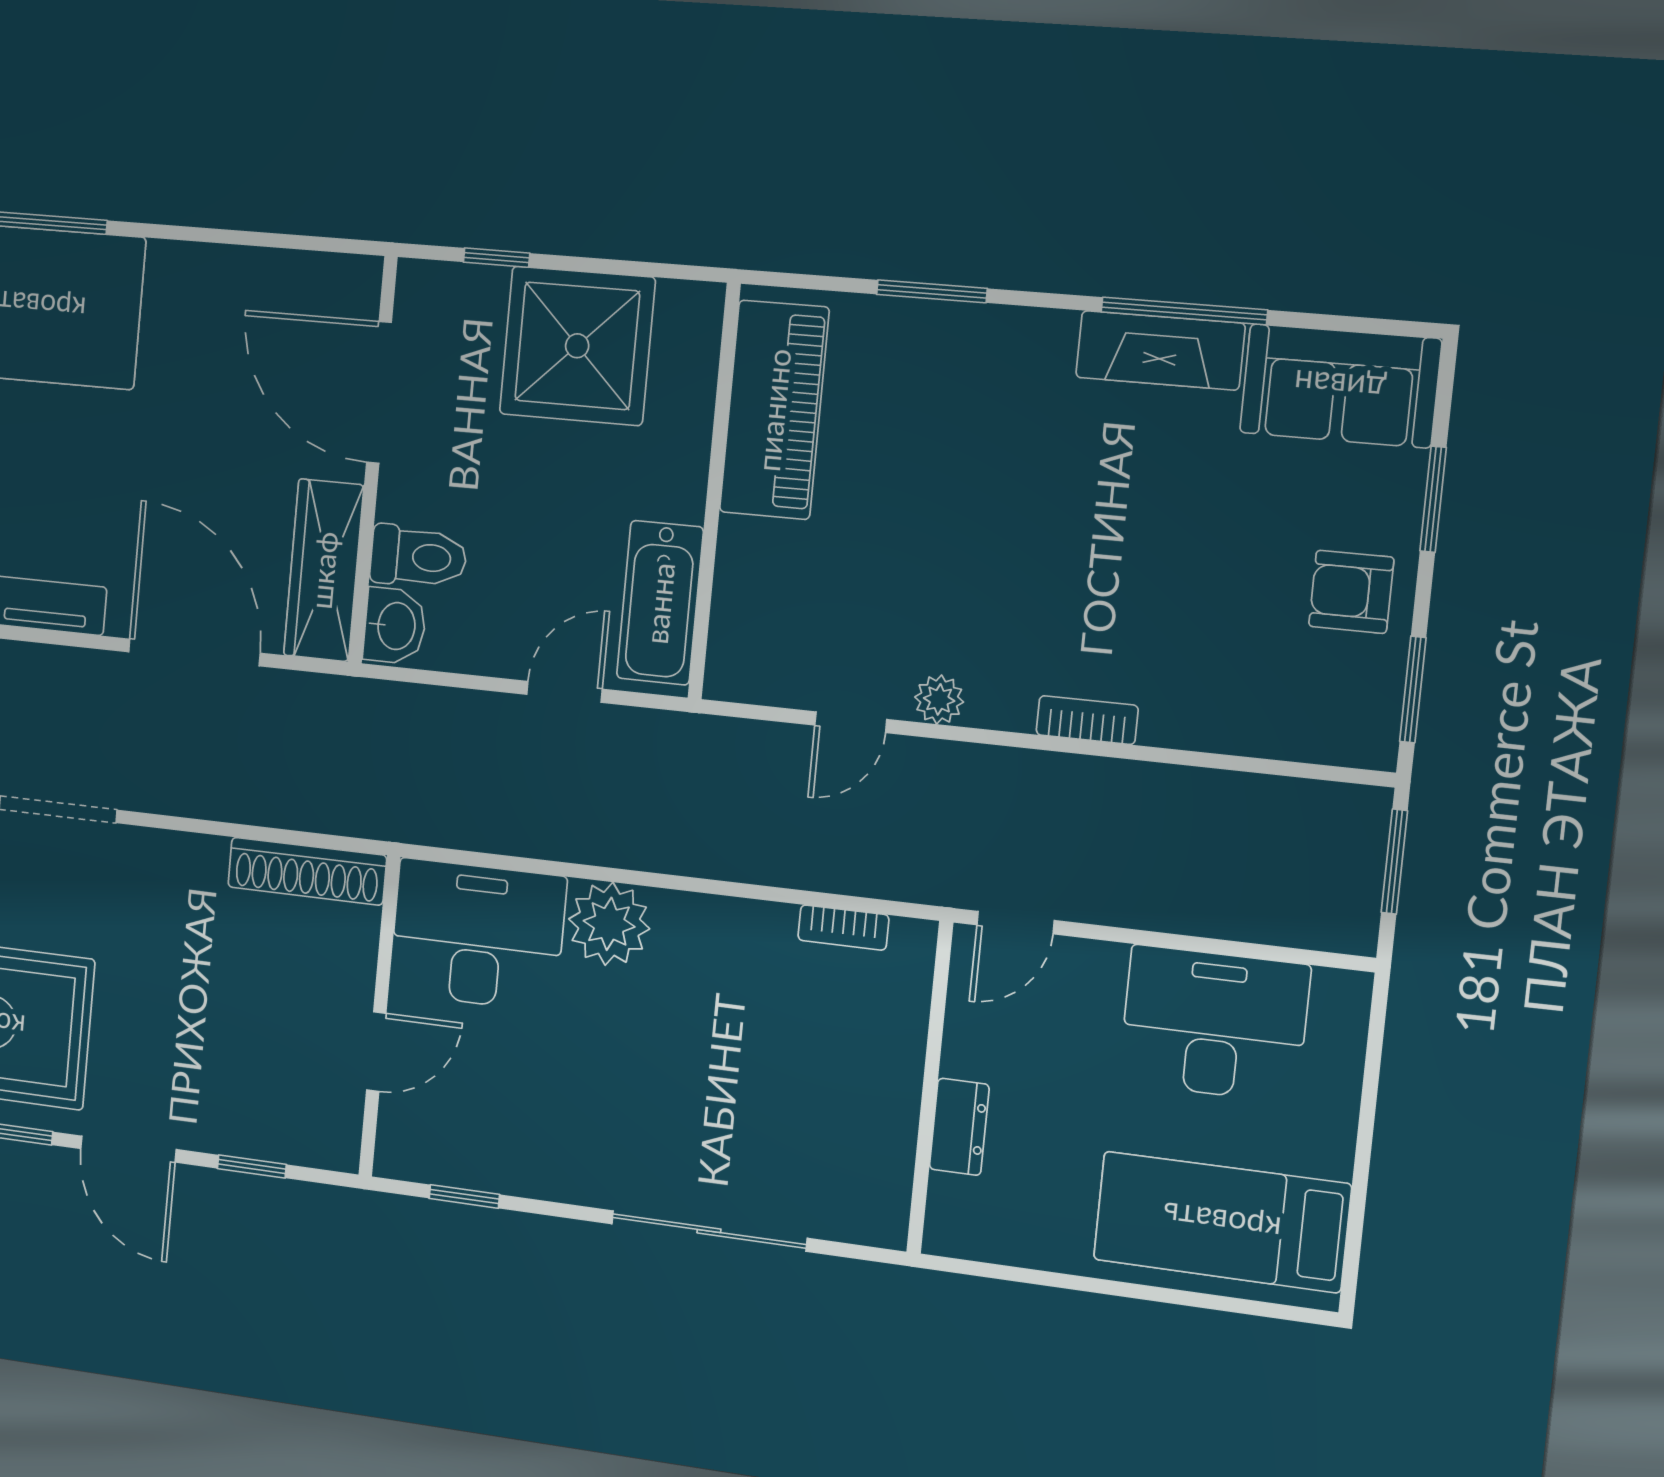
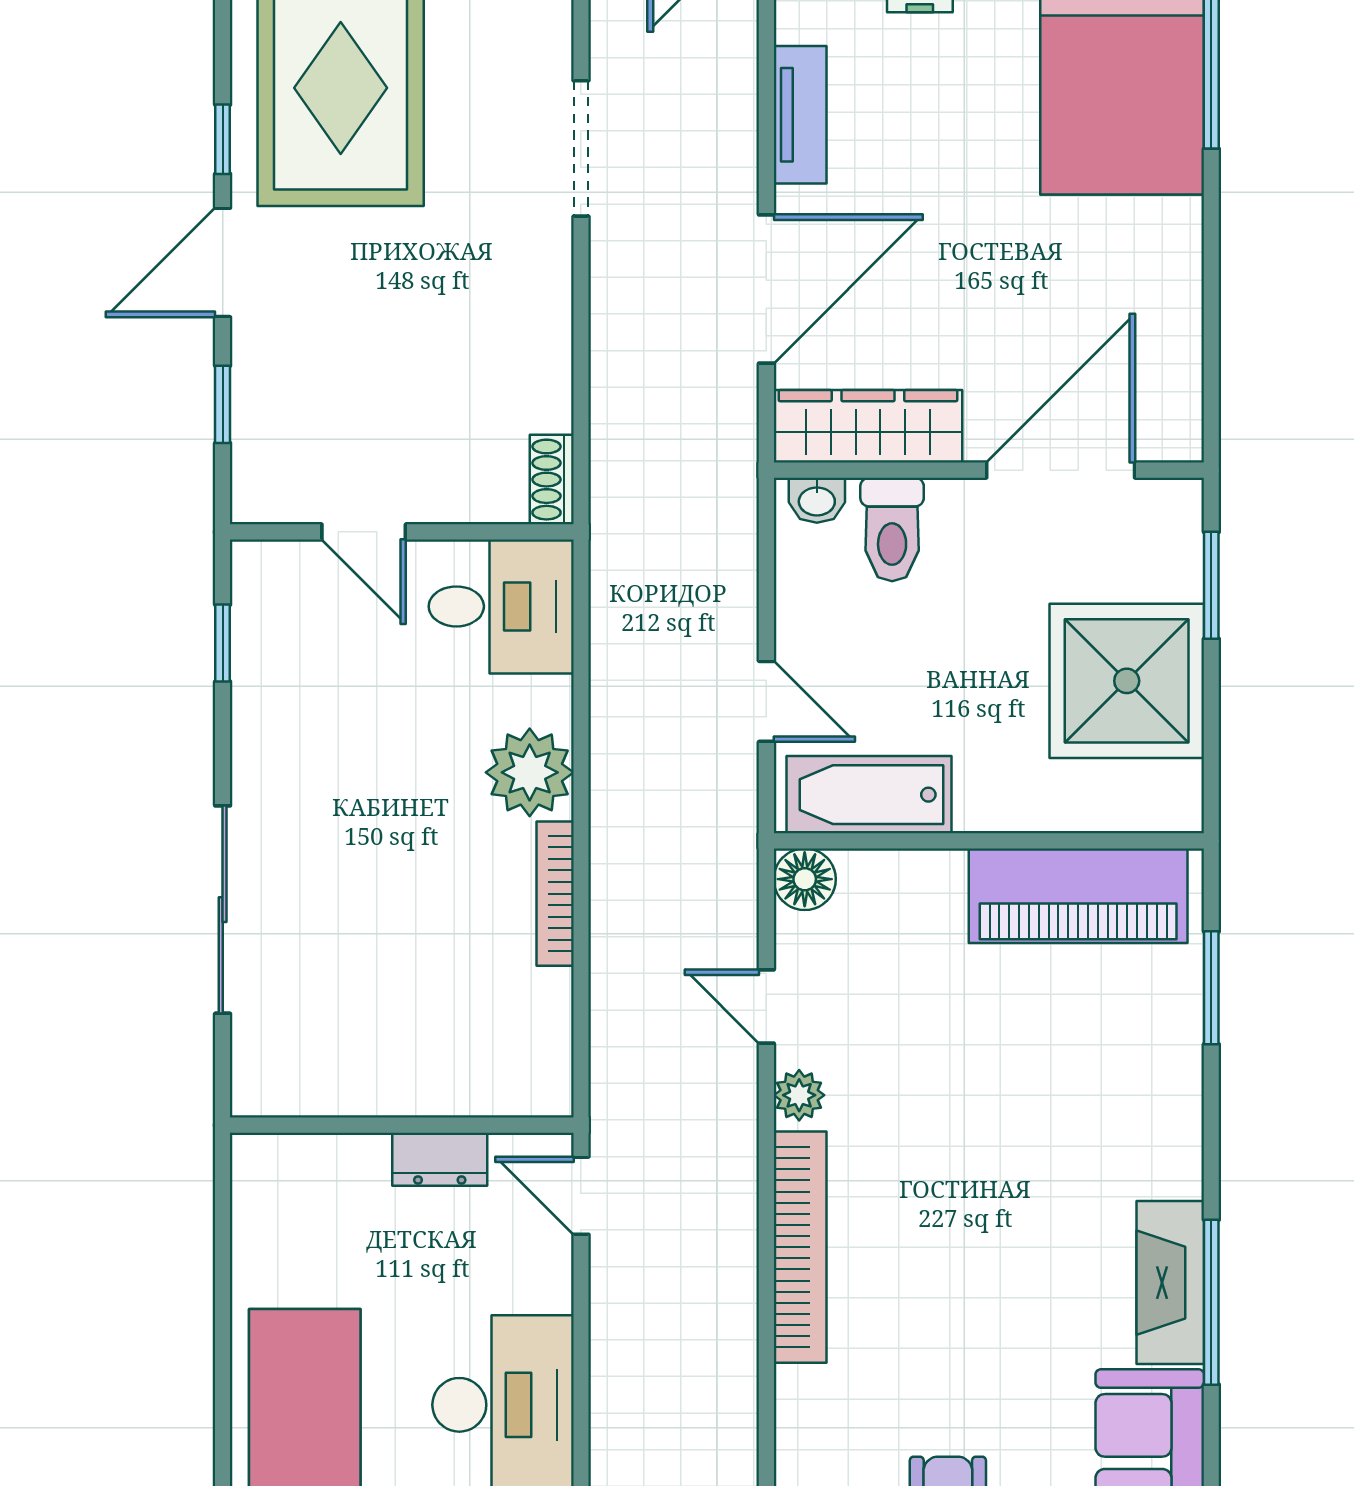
window: (497, 258) -> (1211, 585), width x1.50
window: (932, 291) -> (1211, 988), moved
washbasin: (395, 626) -> (817, 500), width x0.72, depth x0.69
floor lamp: (733, 673) -> (805, 879), added
bookcase: (1087, 720) -> (800, 1247), width x2.31, depth x1.31
shoe rack: (307, 871) -> (552, 480), width x0.51, depth x0.81
bookcase: (843, 928) -> (555, 894), moved, width x1.56
desk: (478, 935) -> (501, 606), width x0.73
dresser: (959, 1127) -> (440, 1159), moved

